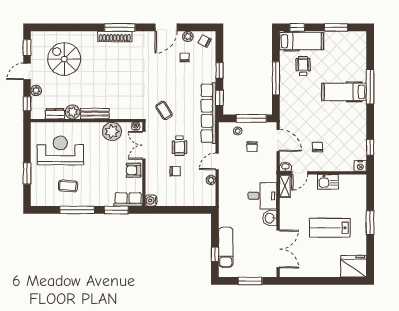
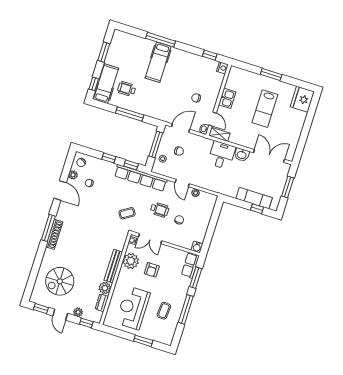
bench: (95, 114) -> (113, 266), width x1.36
armchair: (134, 170) -> (152, 270), moved

